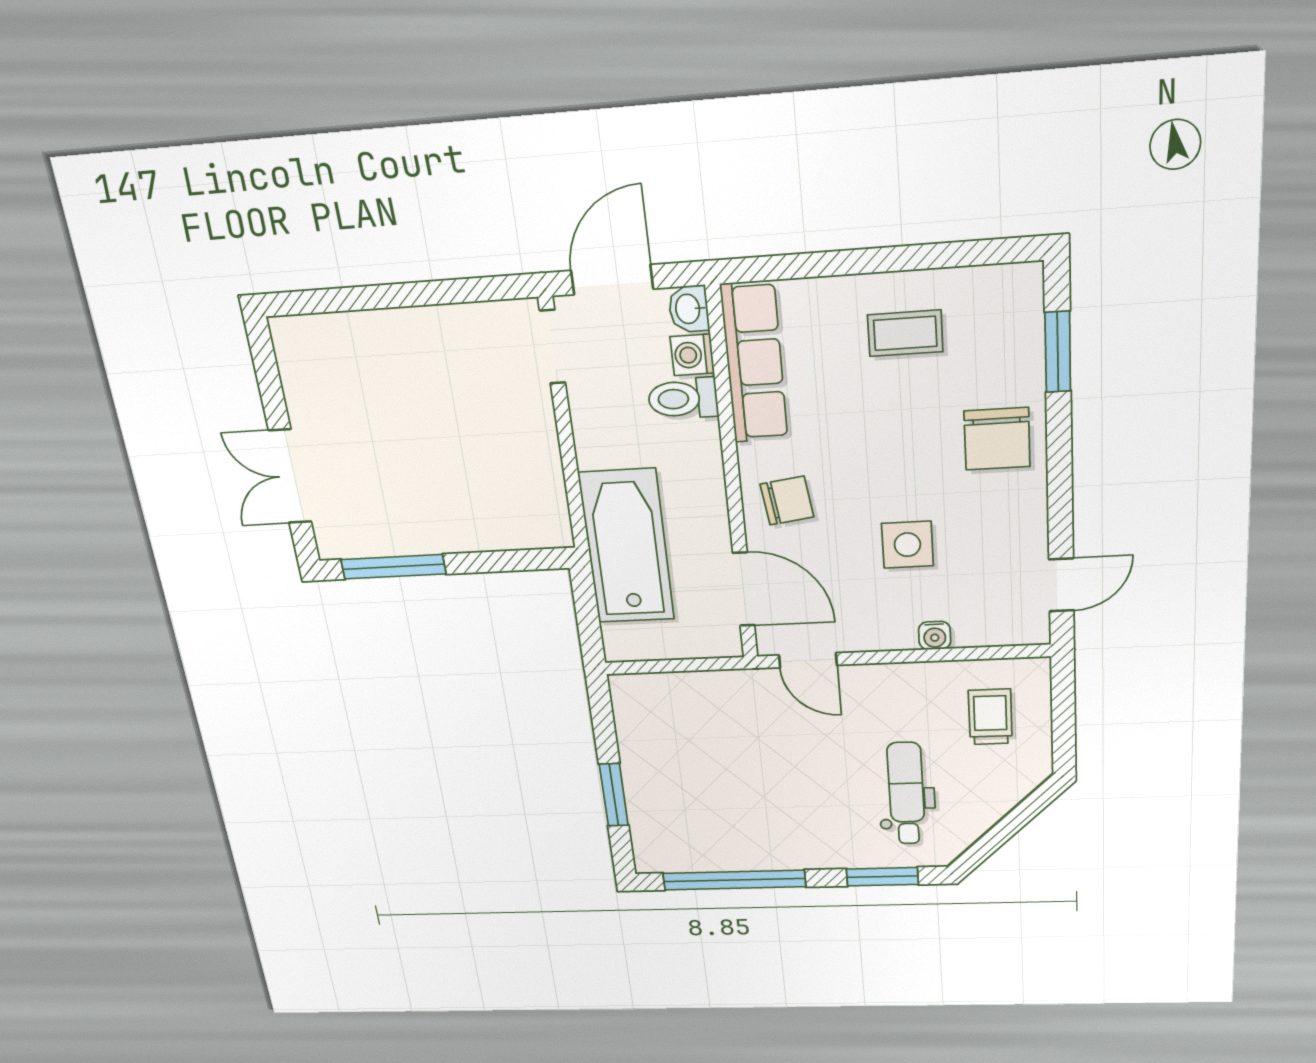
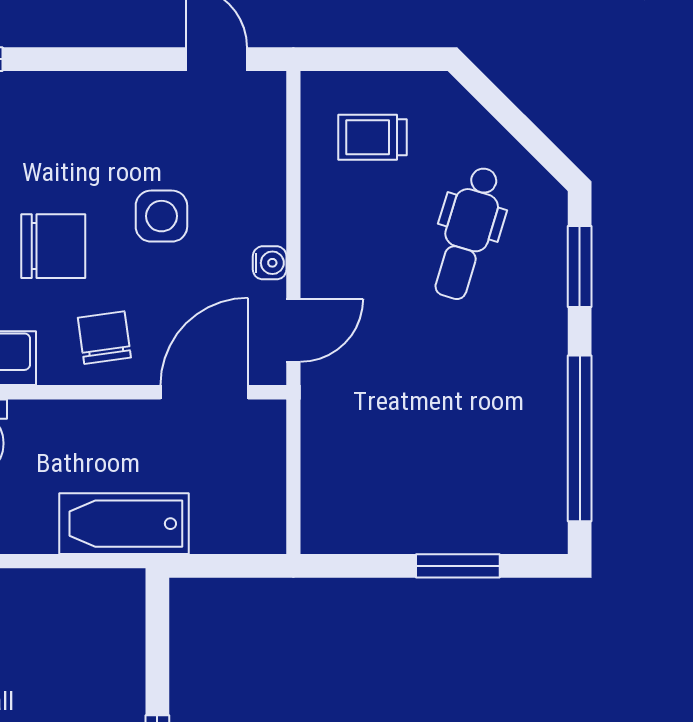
chair: (997, 439) -> (53, 246), moved
bathtub: (627, 547) -> (124, 524), width x0.73, depth x0.73
water cooler: (935, 635) -> (270, 263), moved
dental chair: (906, 794) -> (468, 233), turned -73

